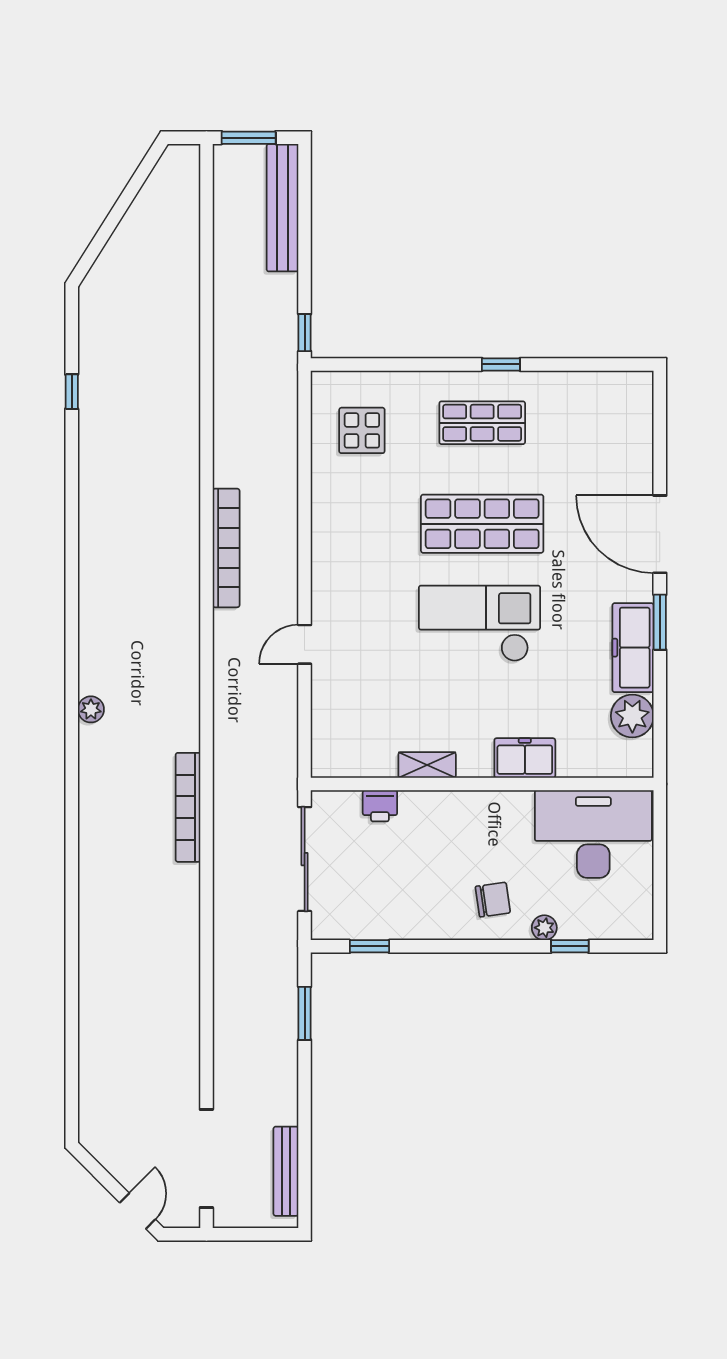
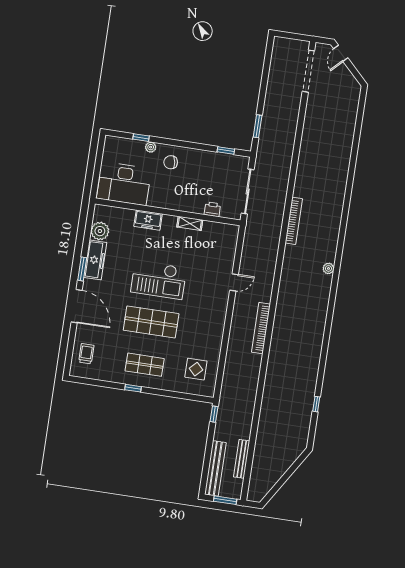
trolley: (621, 428) -> (86, 354), added
bench: (286, 1171) -> (242, 459), moved

